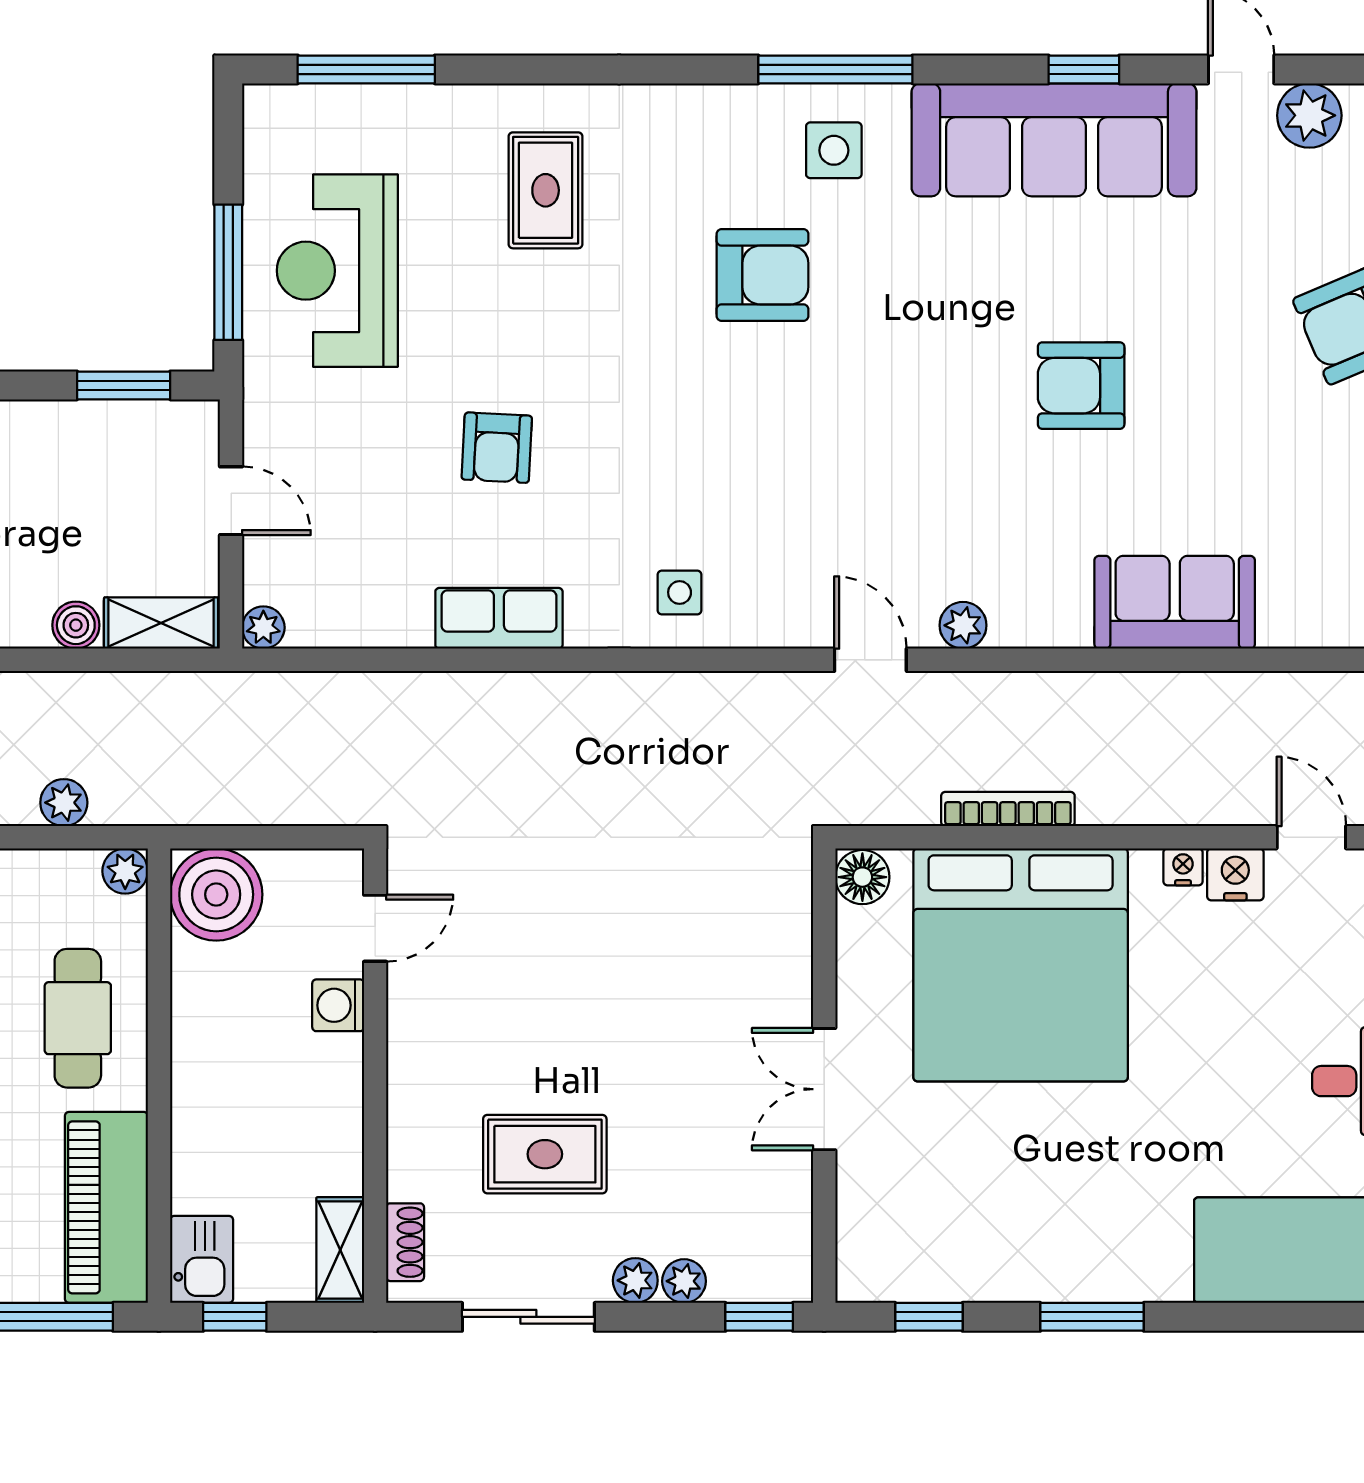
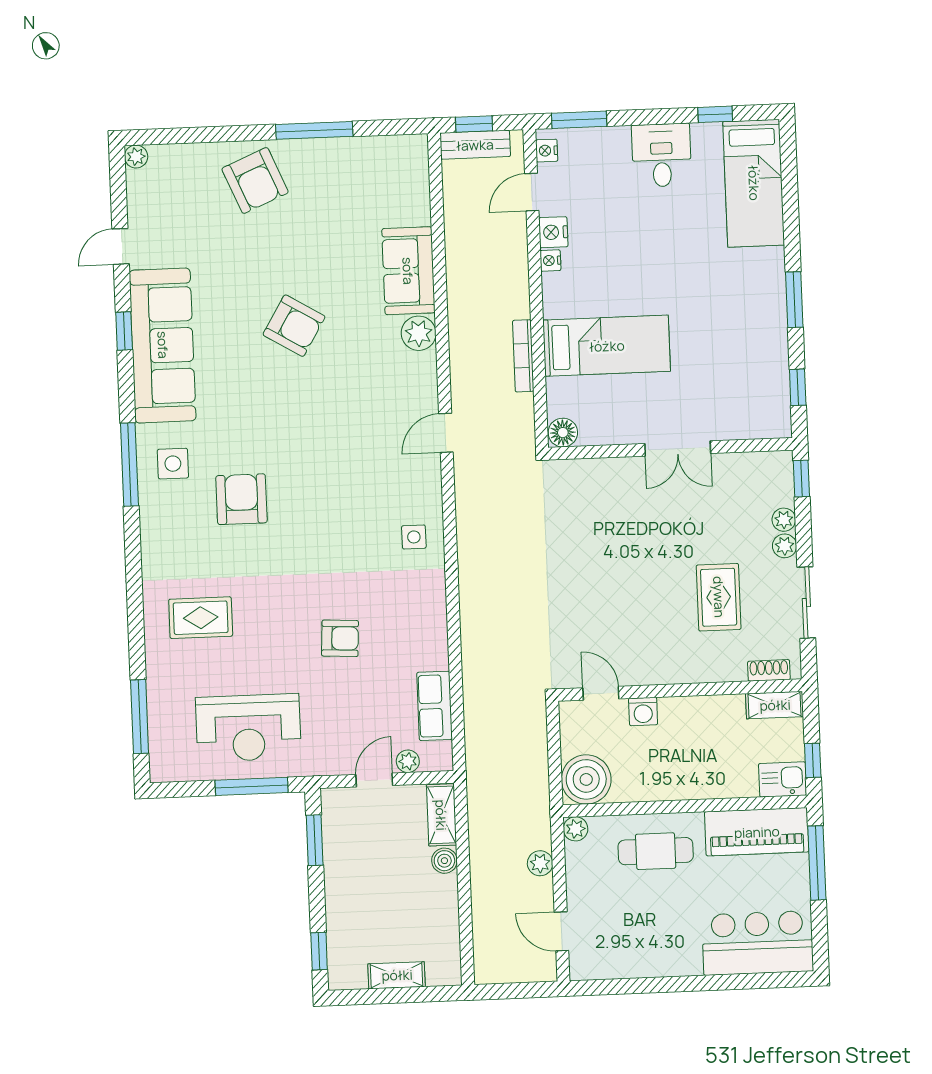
plant: (1309, 115) -> (144, 209), removed
armchair: (1081, 386) -> (294, 326), turned -59
row of seats: (499, 618) -> (435, 706), moved
plant: (963, 625) -> (419, 333), moved, width x1.38, depth x1.38
plant: (263, 628) -> (408, 761), moved
bed: (1021, 965) -> (607, 346), width x0.49

